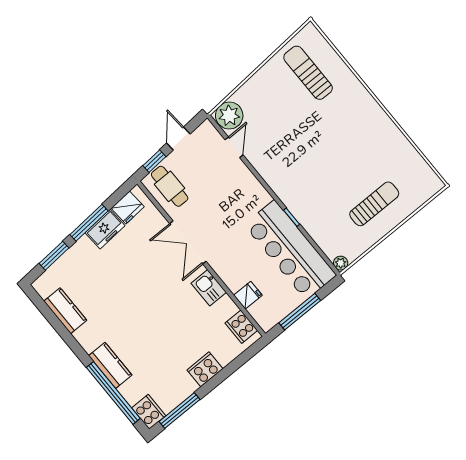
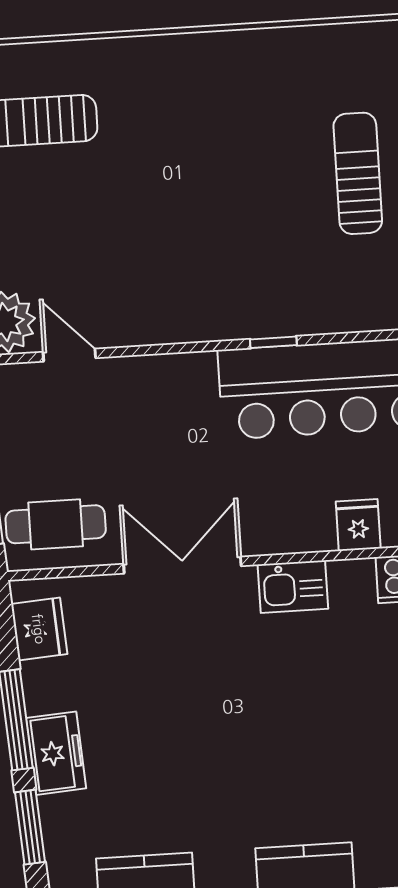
freezer: (105, 229) -> (56, 753), moved
double door: (188, 242) -> (182, 565), swing flipped

